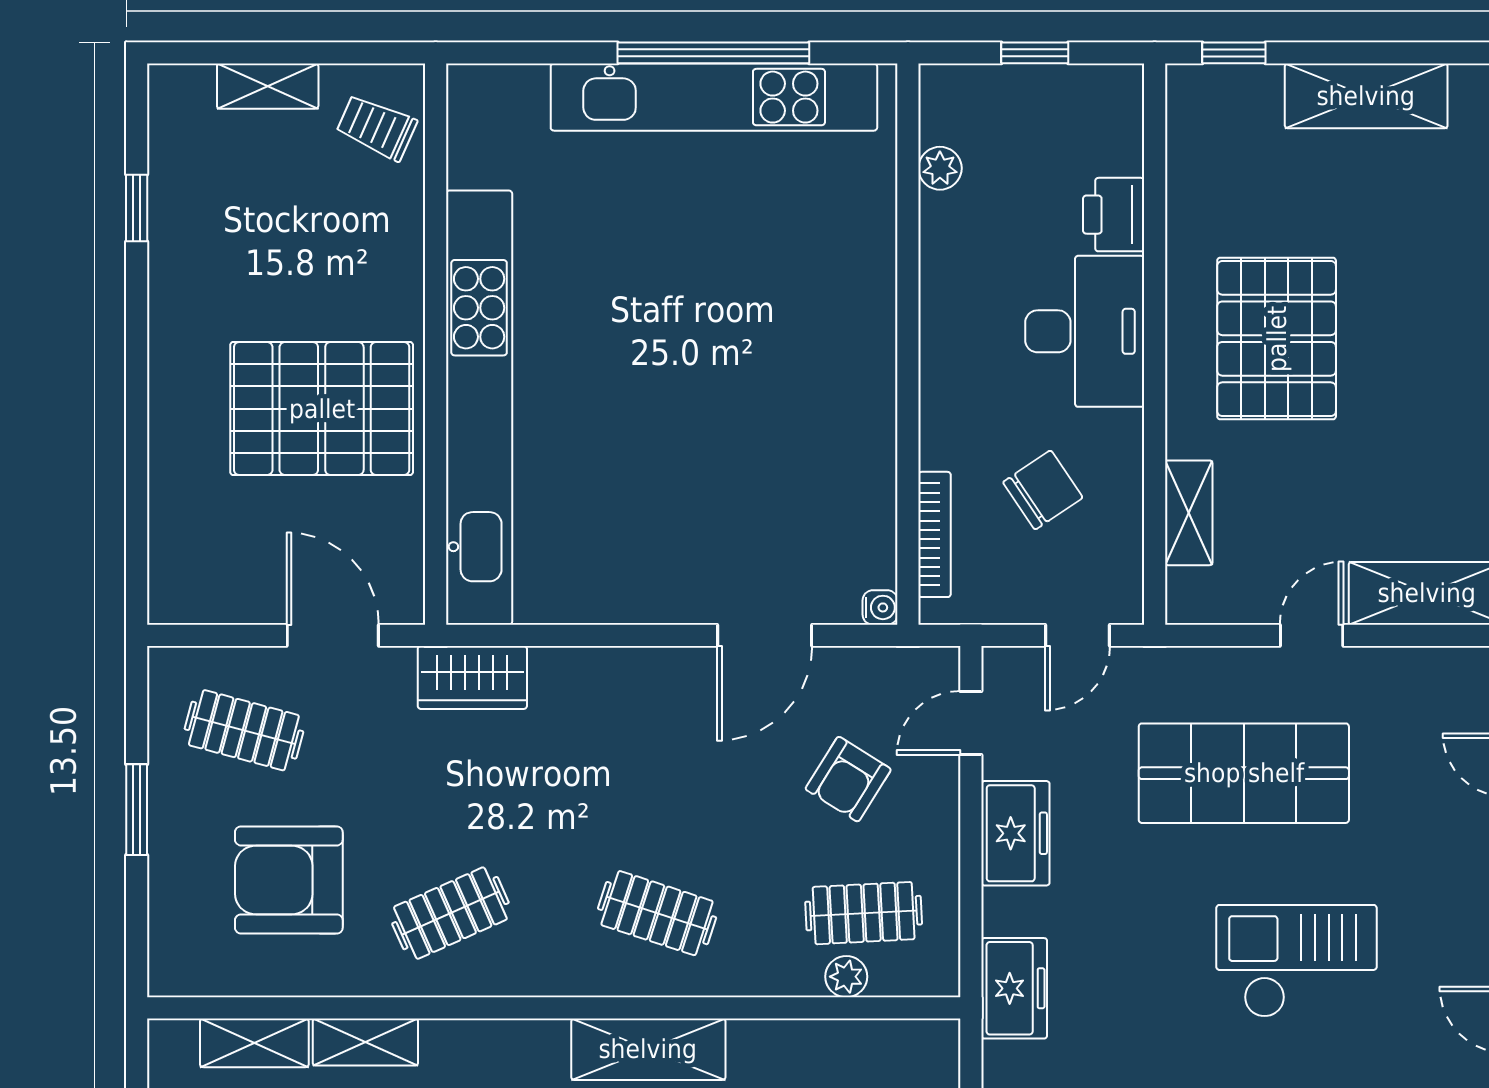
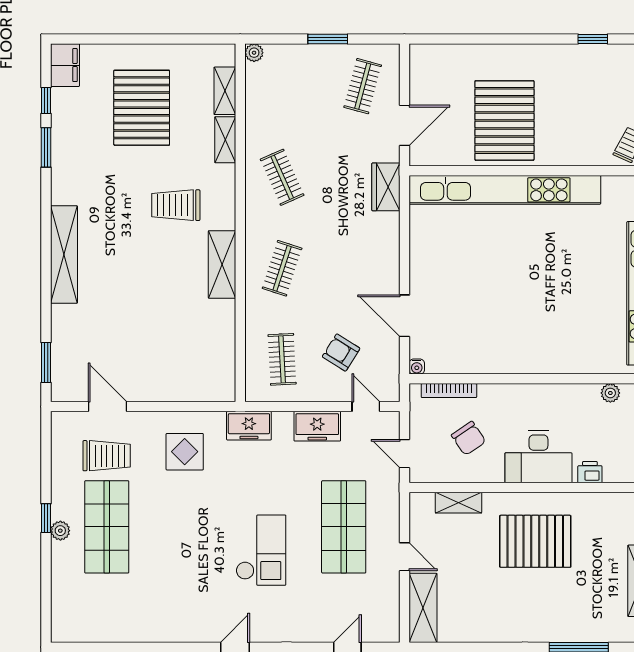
printer: (1114, 215) -> (590, 472), width x0.73, depth x0.81
armchair: (289, 880) -> (297, 106), removed
plant: (846, 977) -> (254, 53), moved

